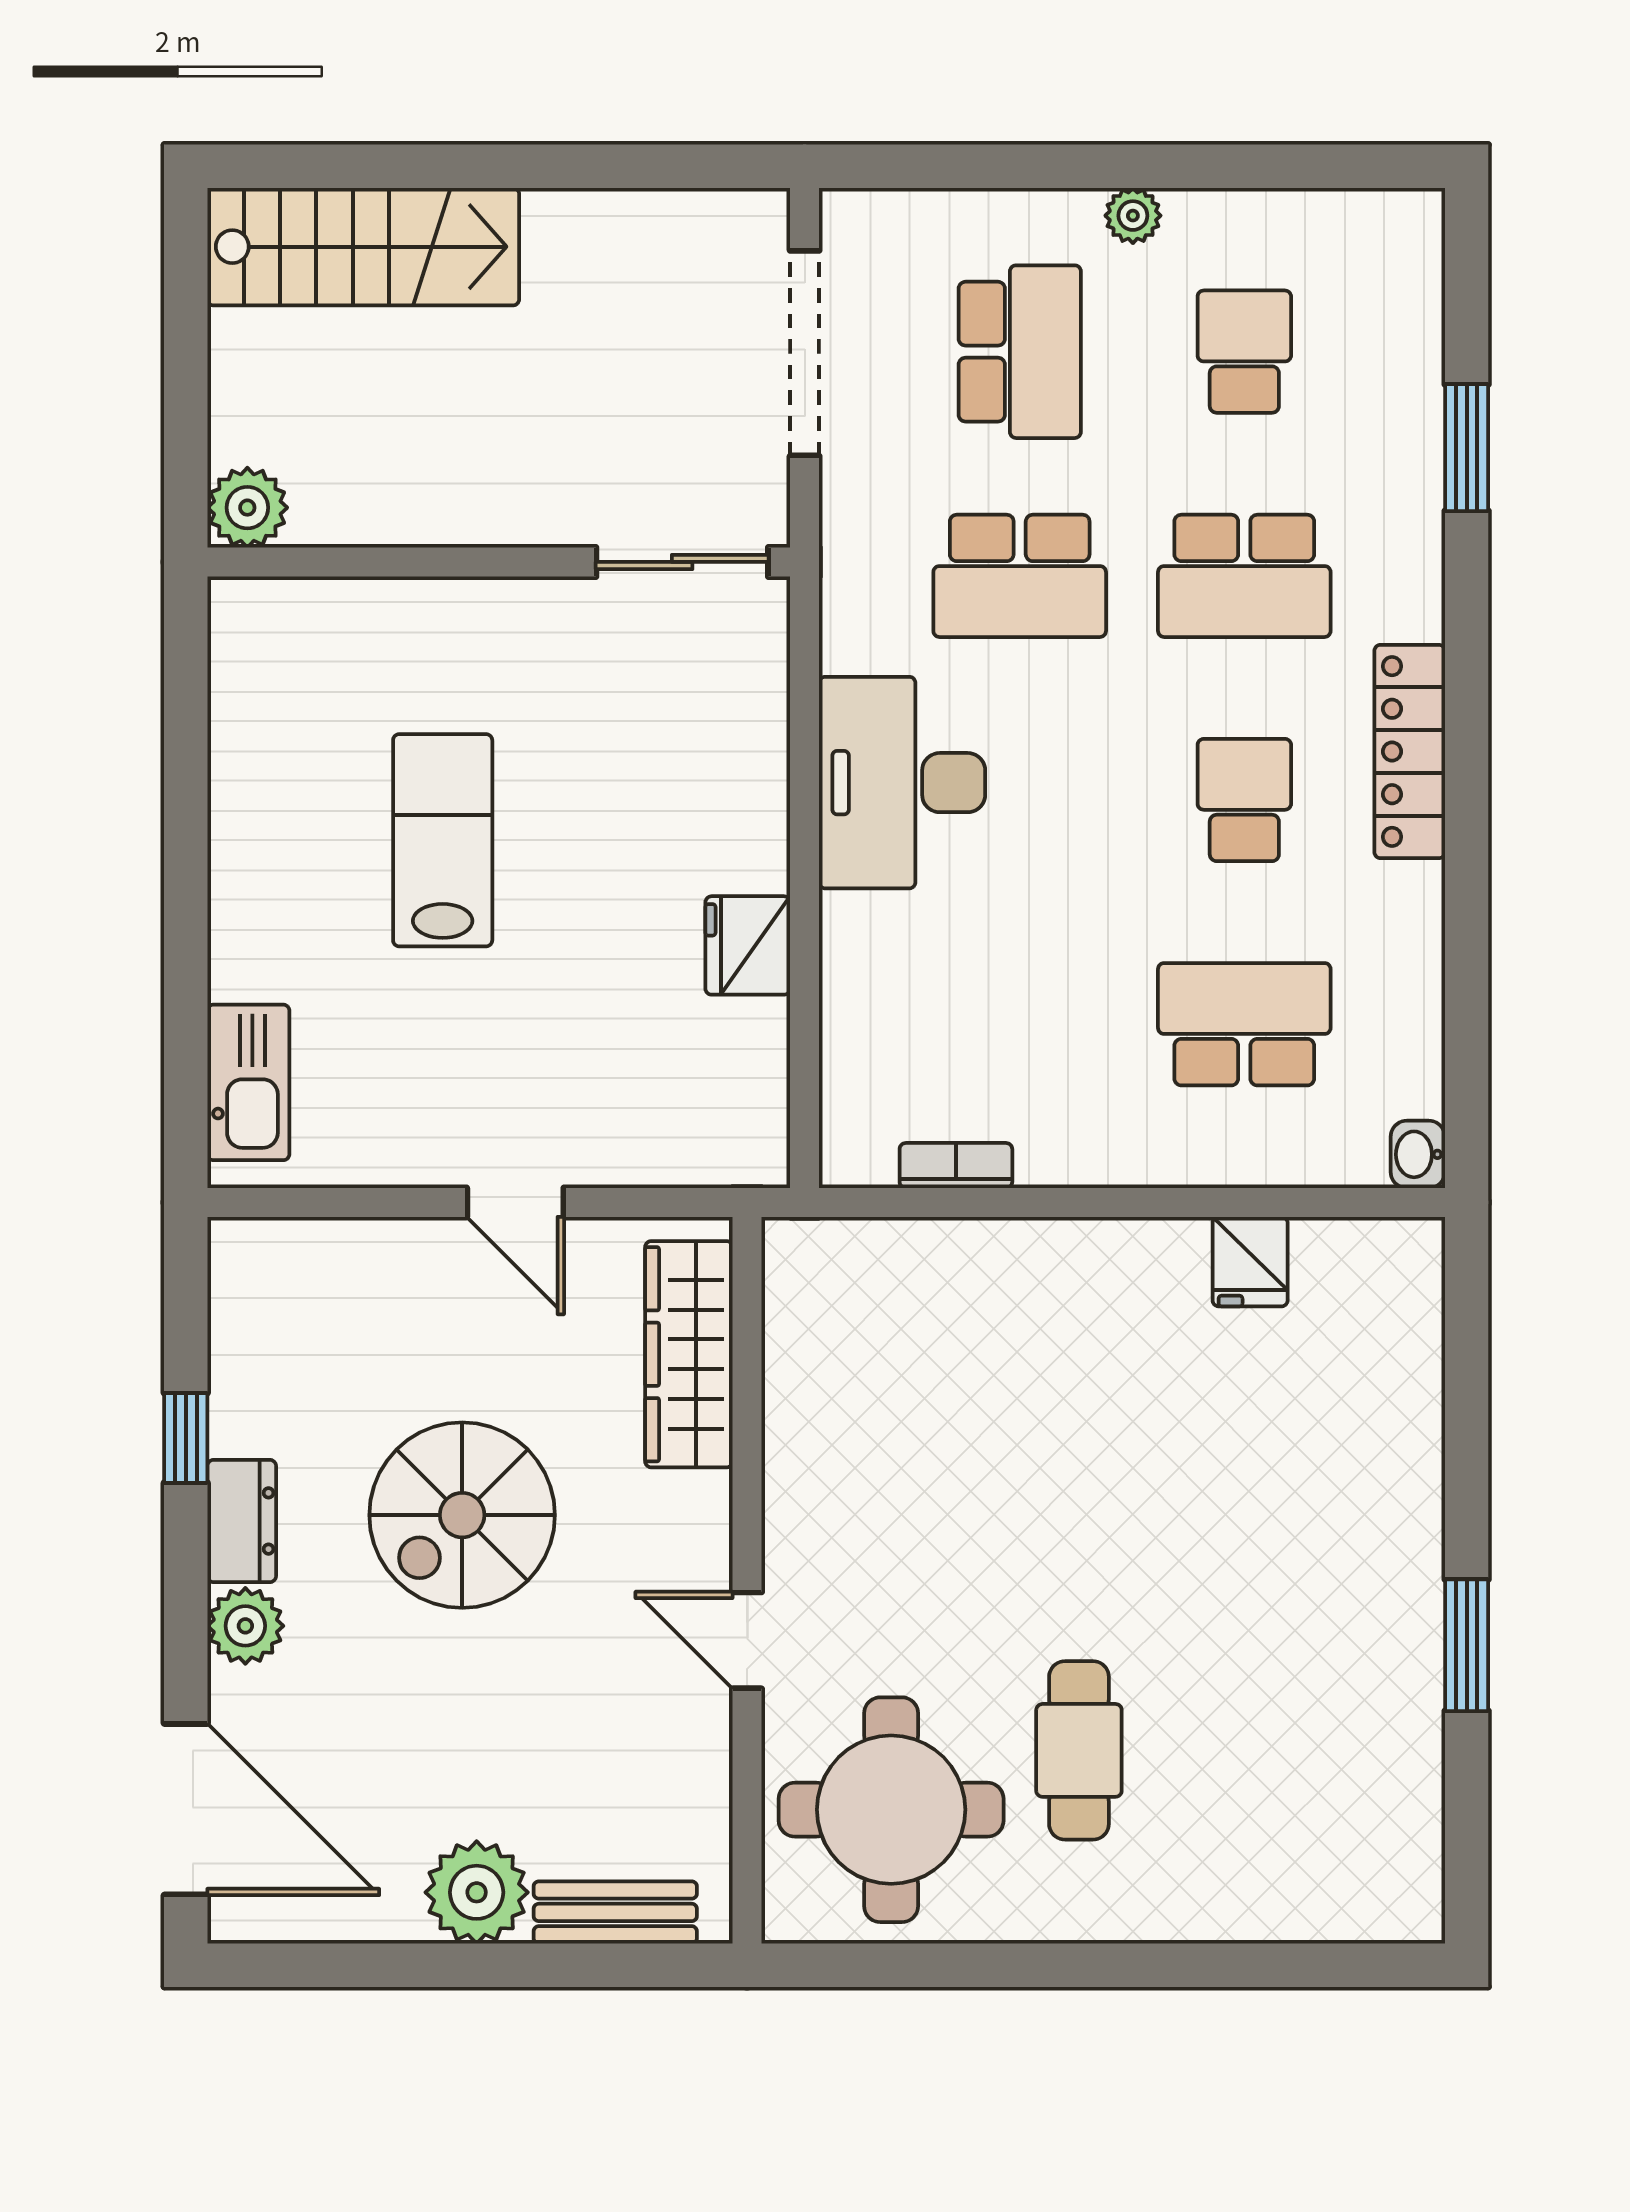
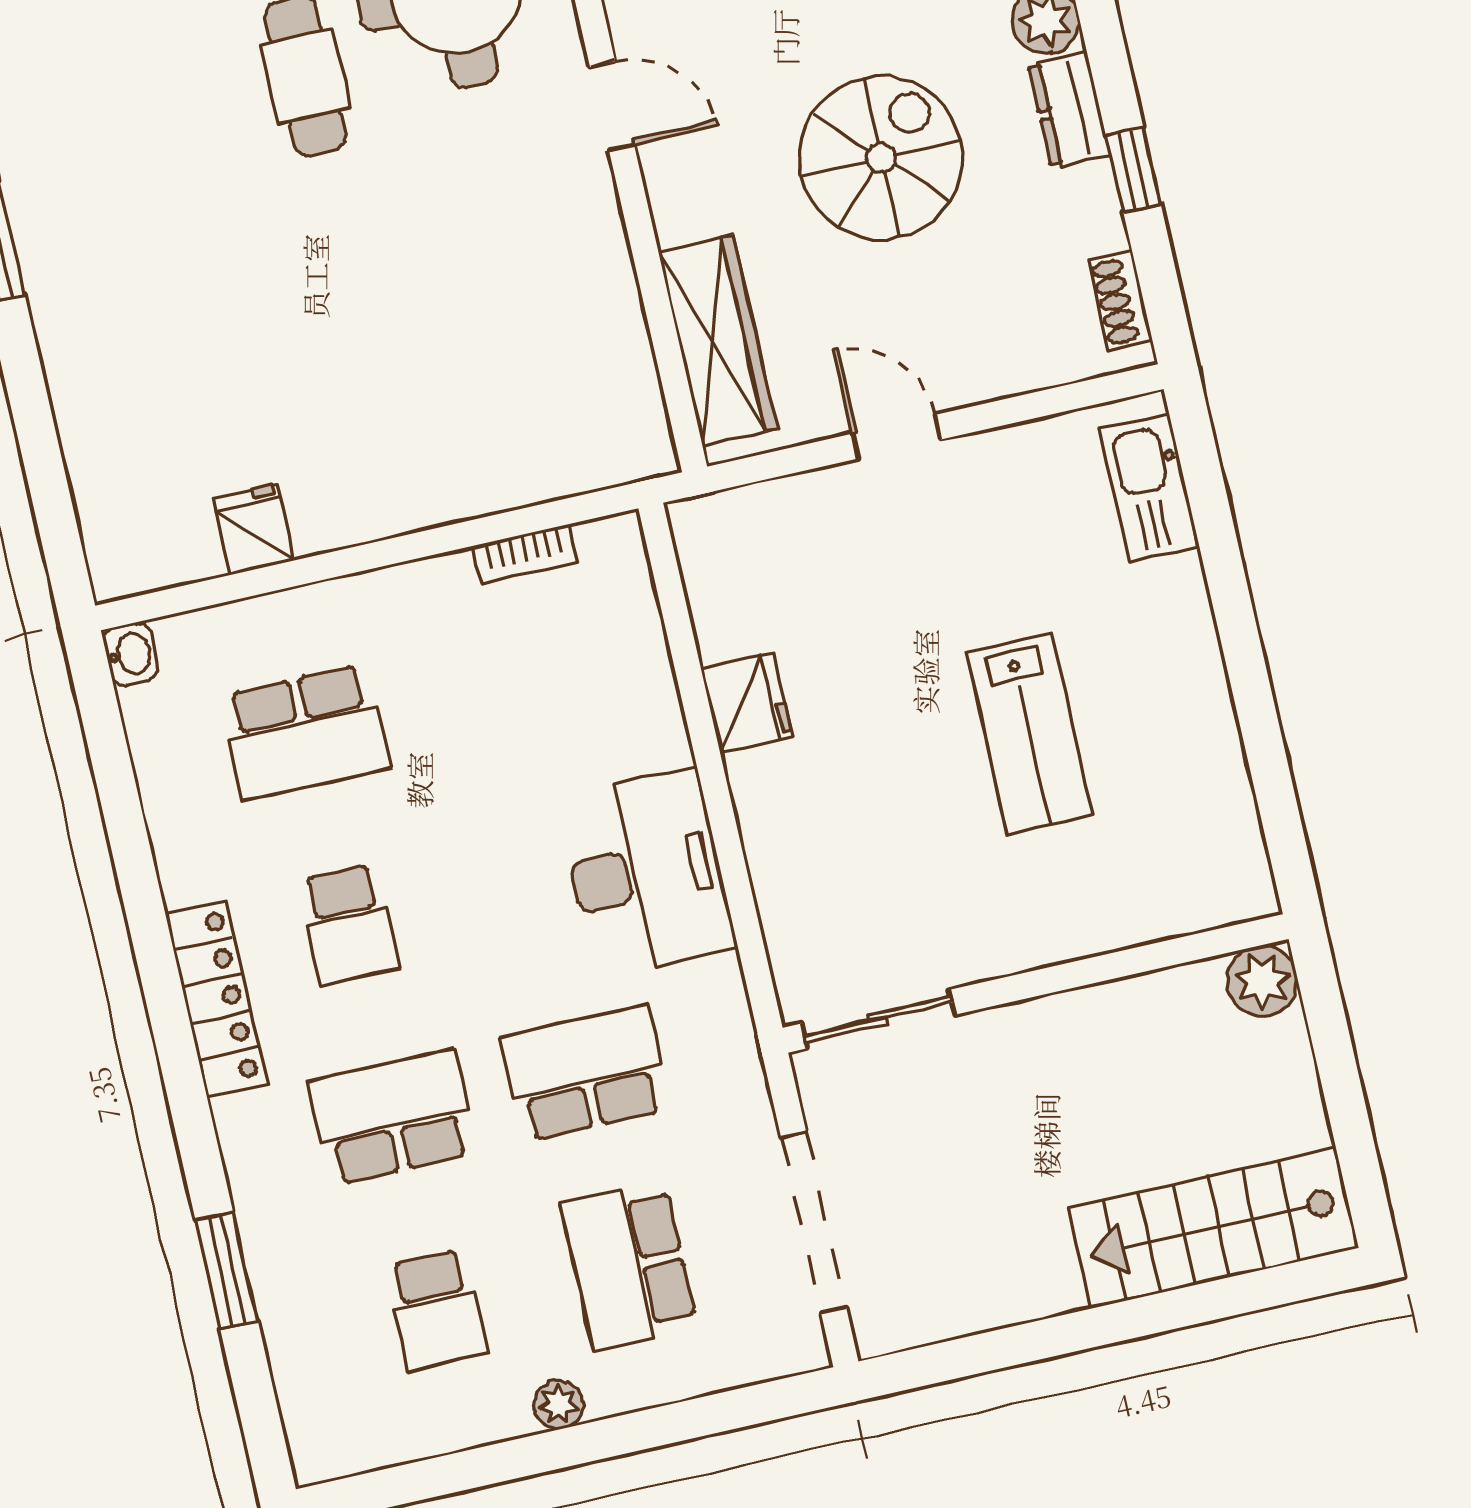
shoe rack: (233, 1297) -> (1121, 301), added

